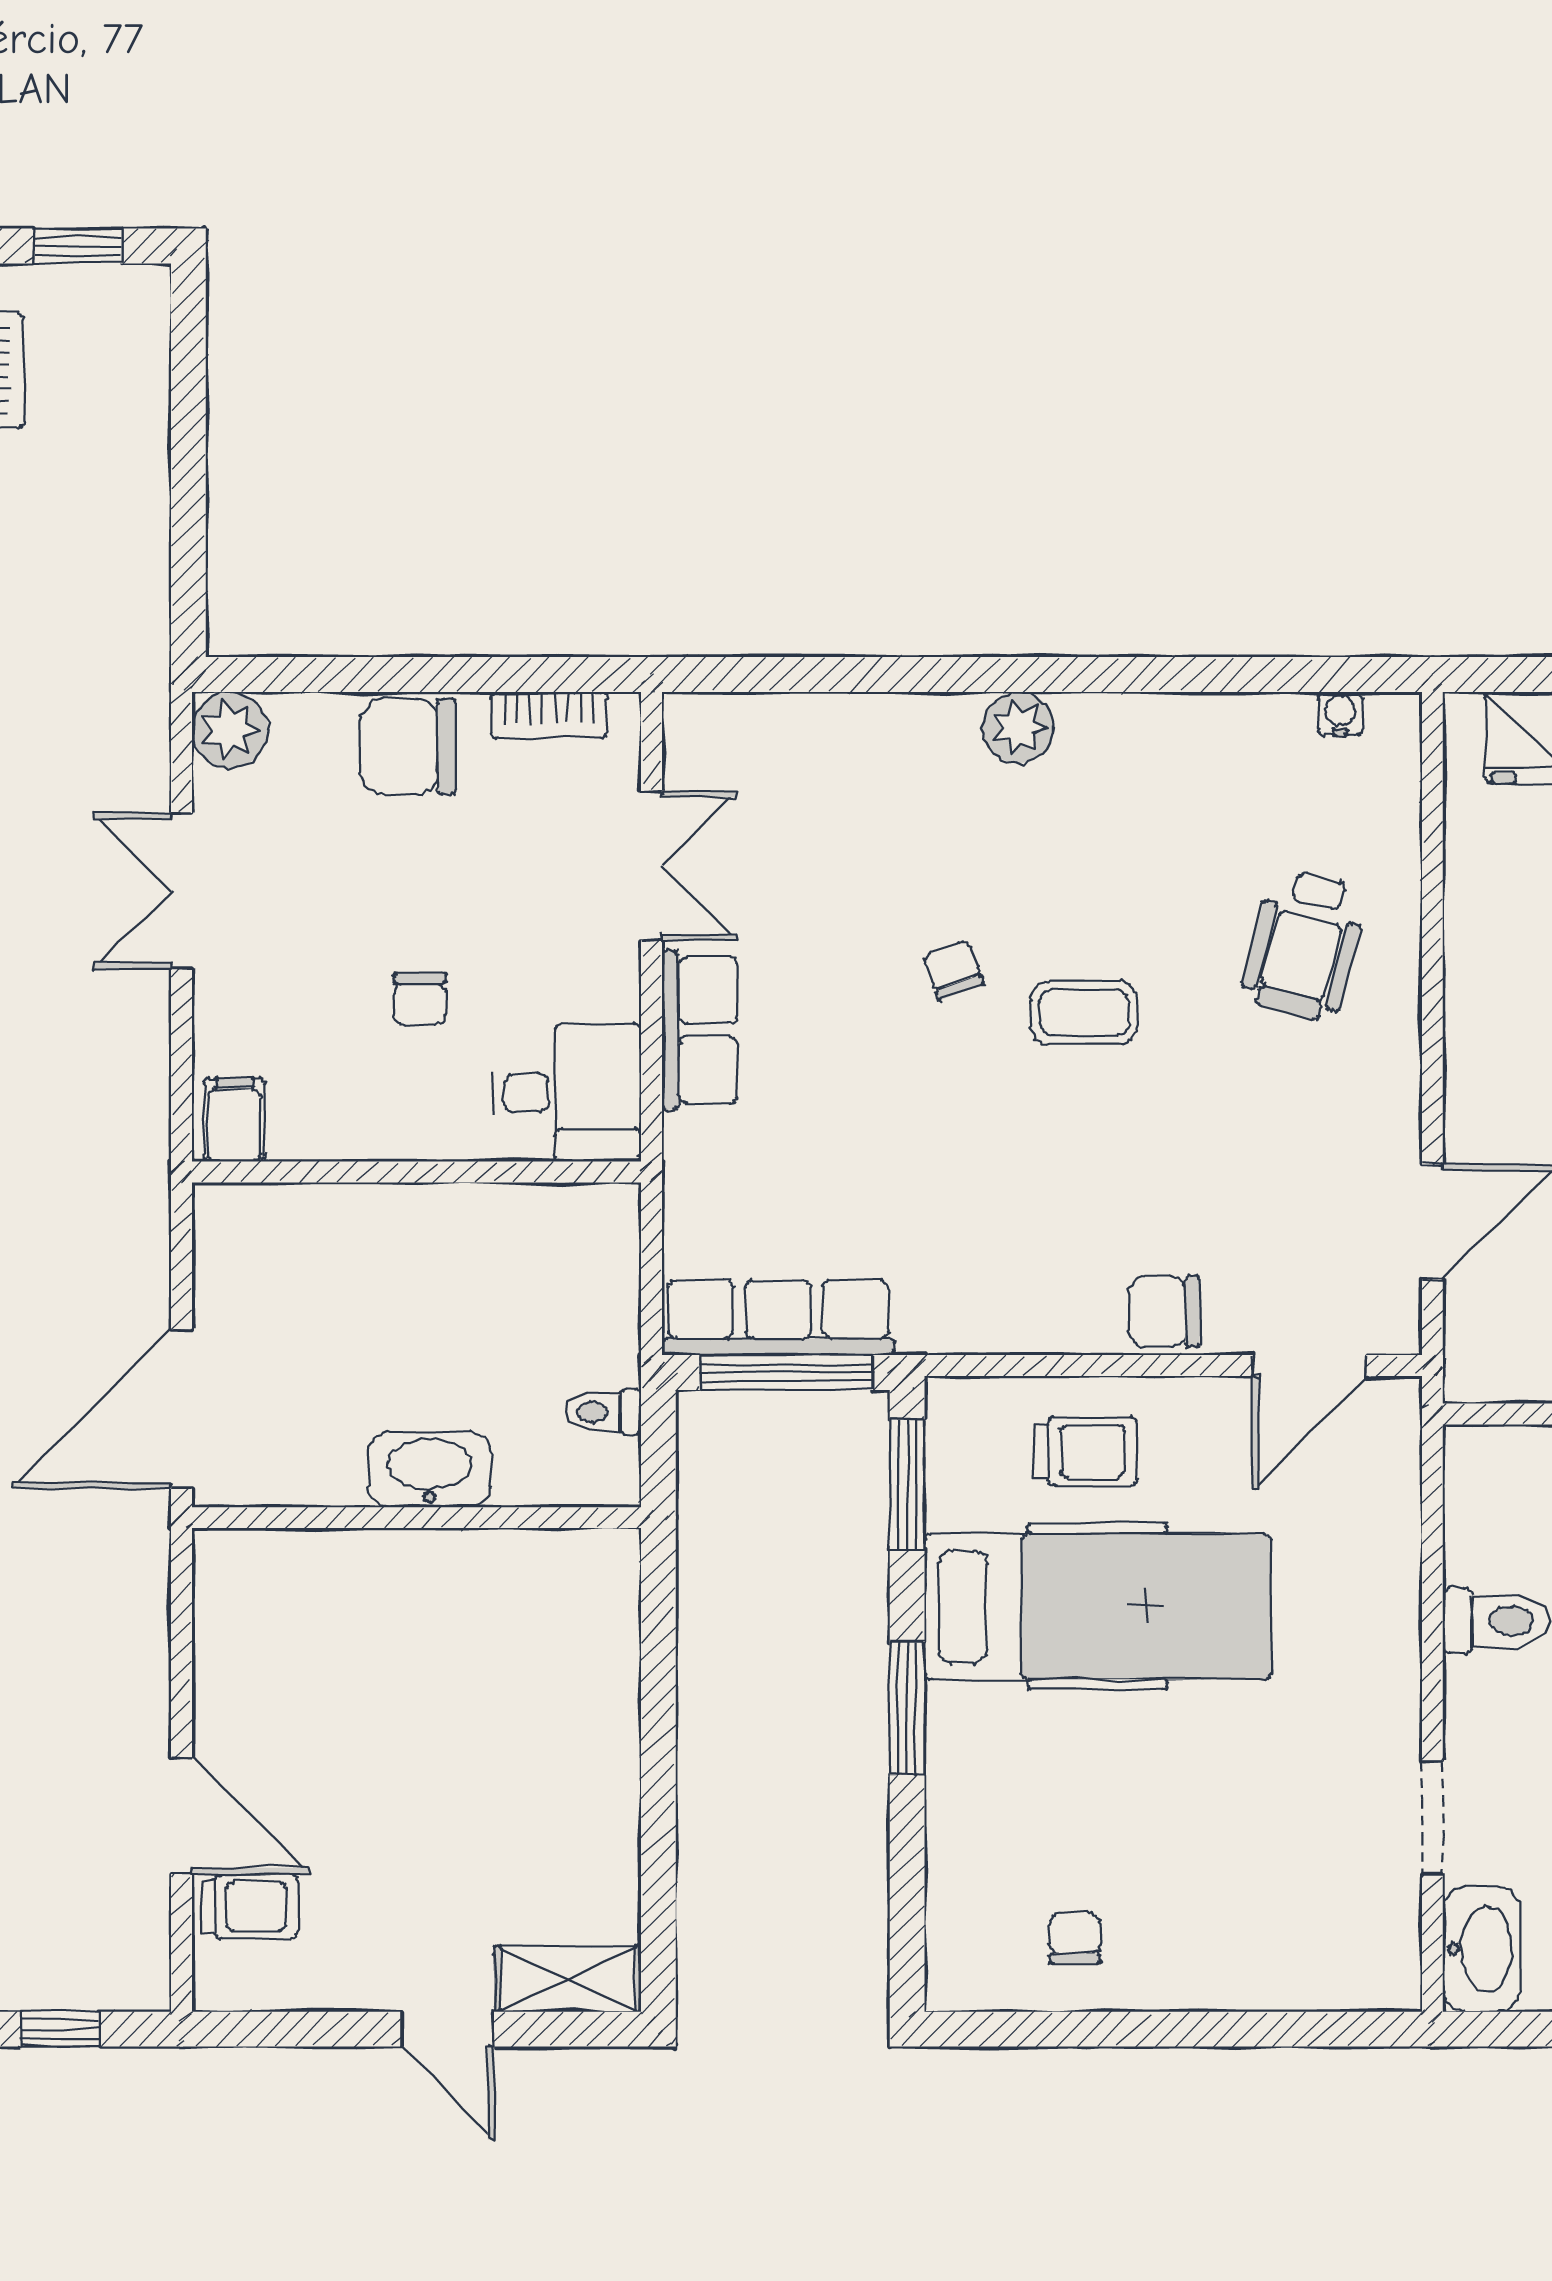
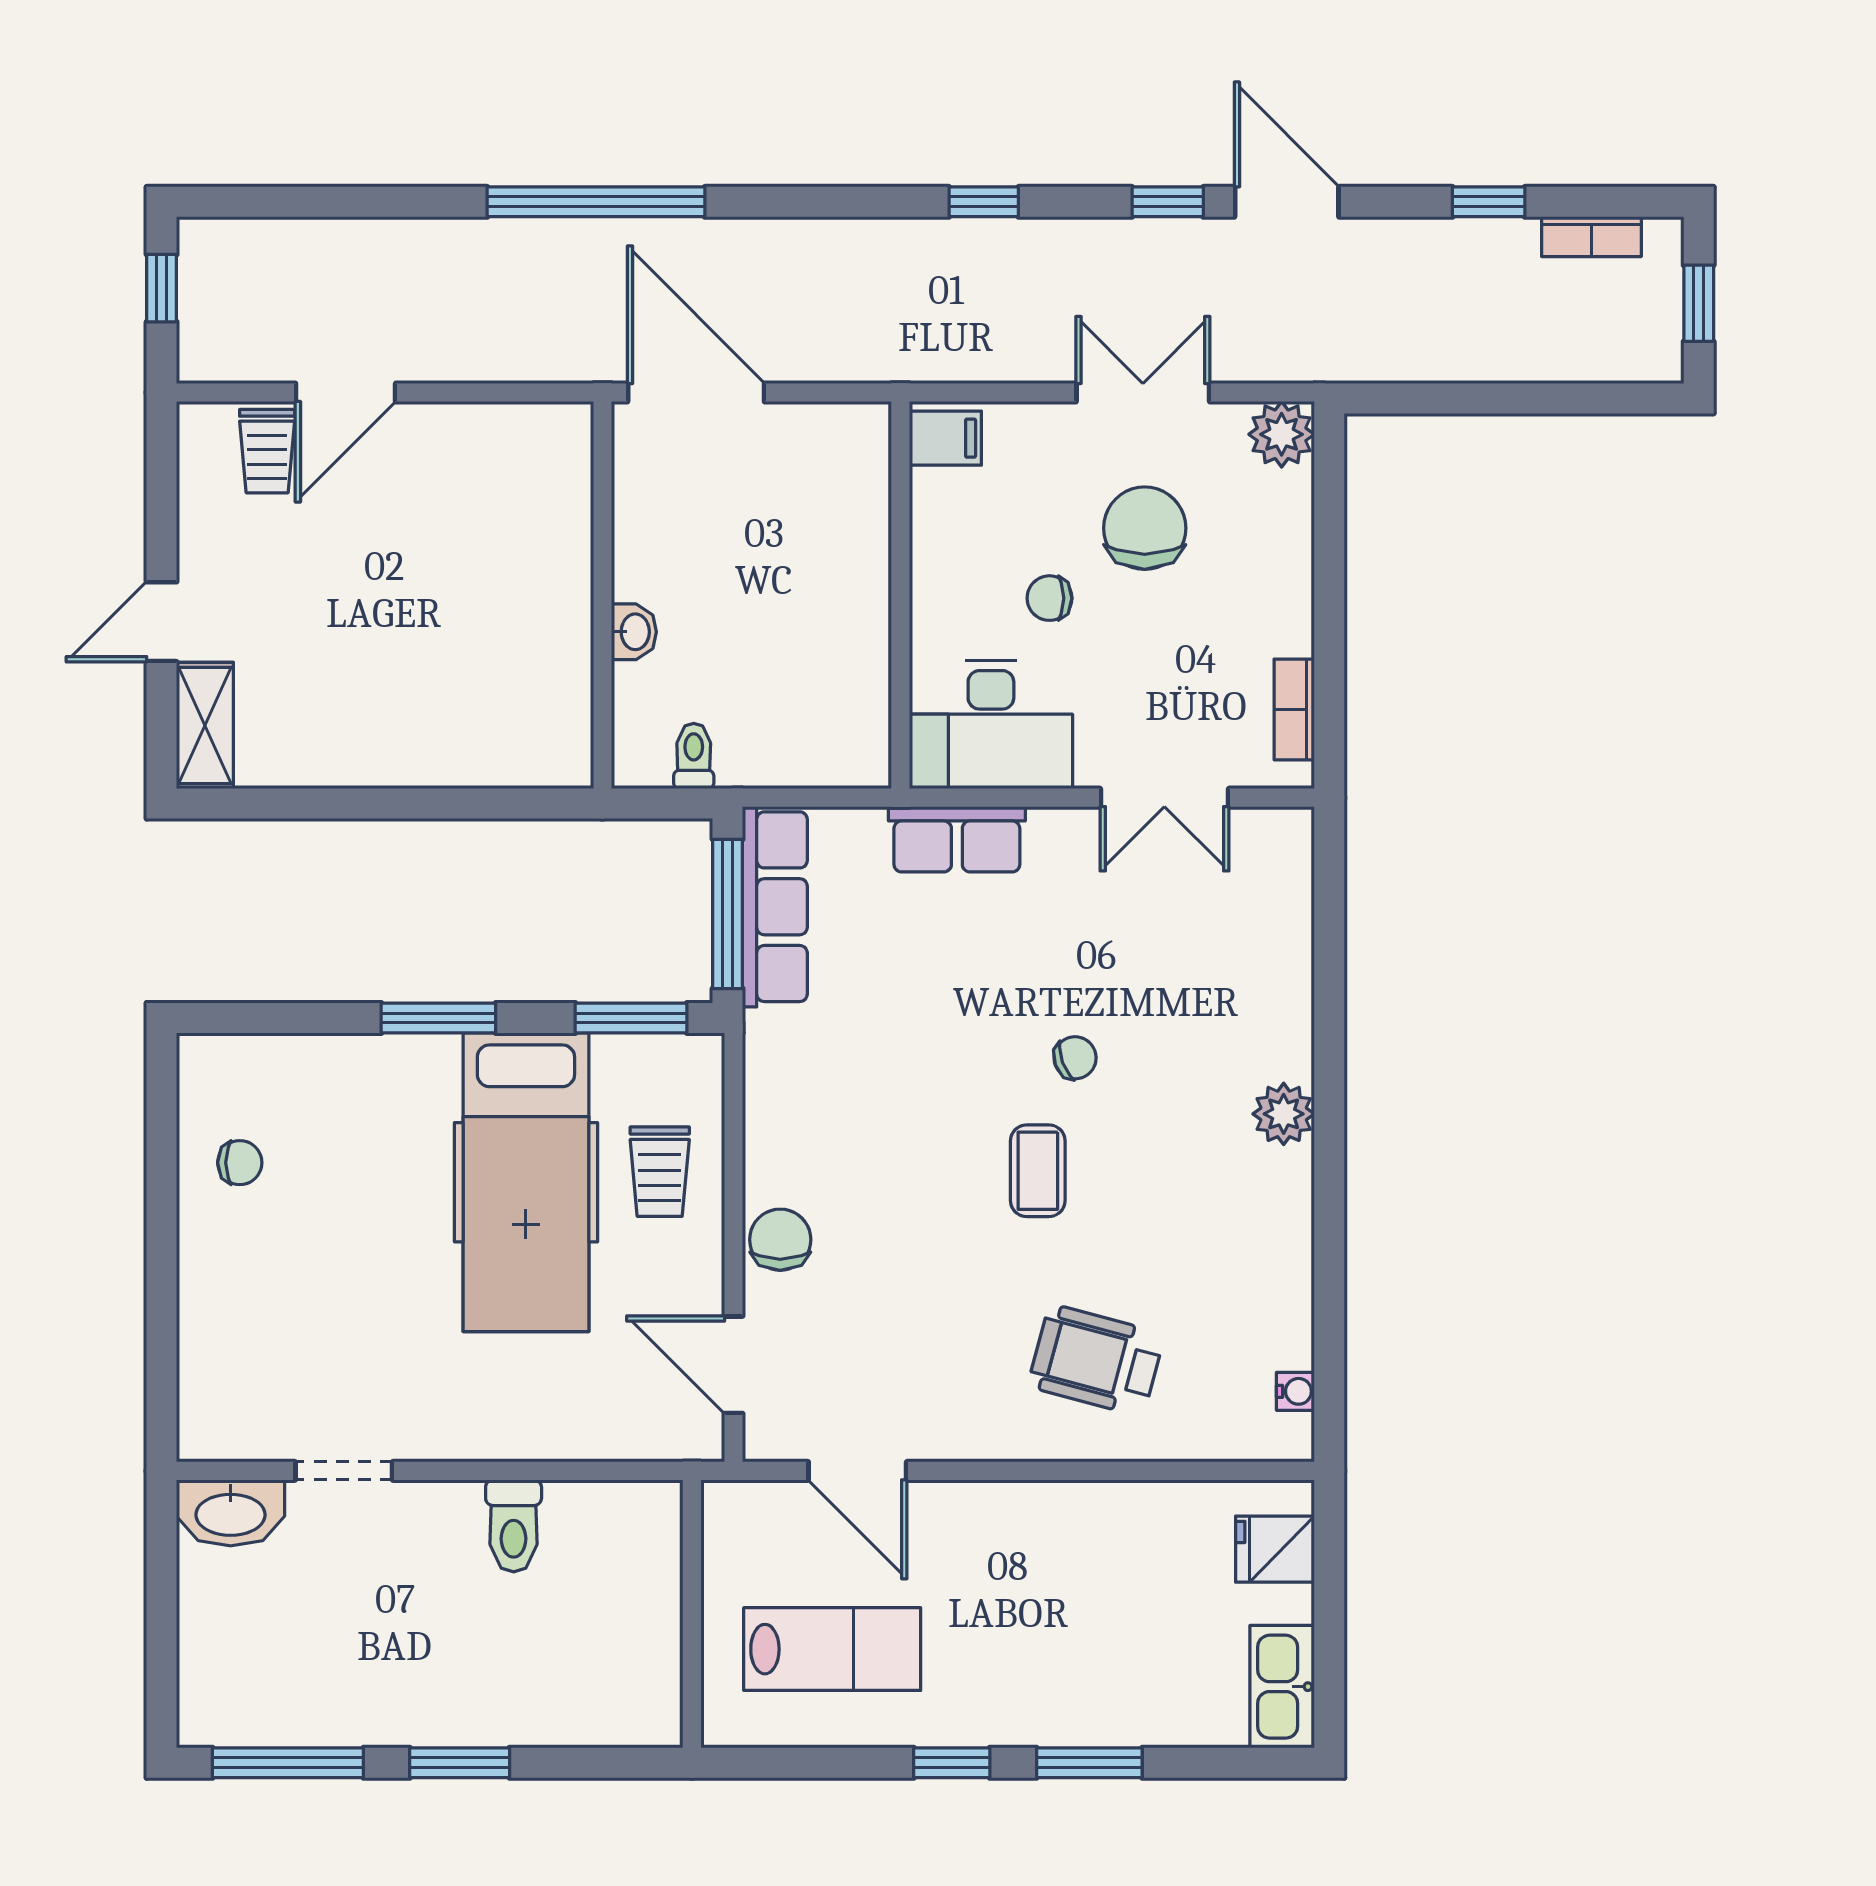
chair: (409, 746) -> (1145, 528), moved
row of seats: (700, 1030) -> (957, 839), moved
desk: (567, 1093) -> (991, 724), width x1.37
washbasin: (430, 1469) -> (634, 632), width x0.52, depth x0.69

